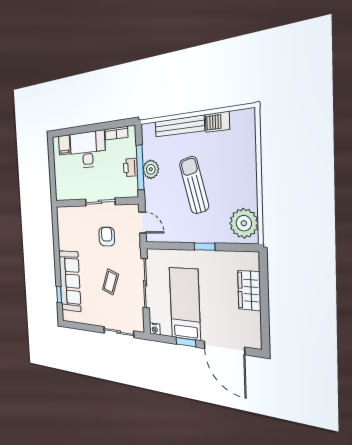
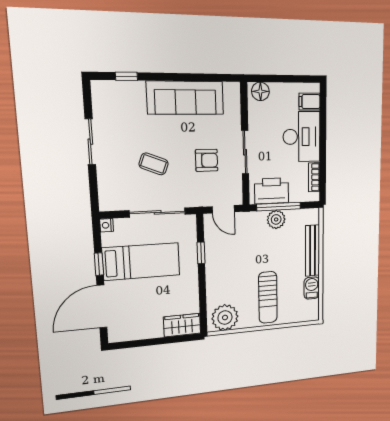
printer: (131, 167) -> (272, 191), width x1.87, depth x1.48
sun lounger: (194, 185) -> (268, 297), moved, turned 104
floor lamp: (61, 189) -> (260, 91), added
door: (142, 223) -> (223, 209), hinge flipped
window: (205, 247) -> (201, 253), moved
sofa: (70, 281) -> (185, 98), moved
wardrobe: (249, 291) -> (182, 325), moved
sliding door: (119, 332) -> (90, 142), moved

